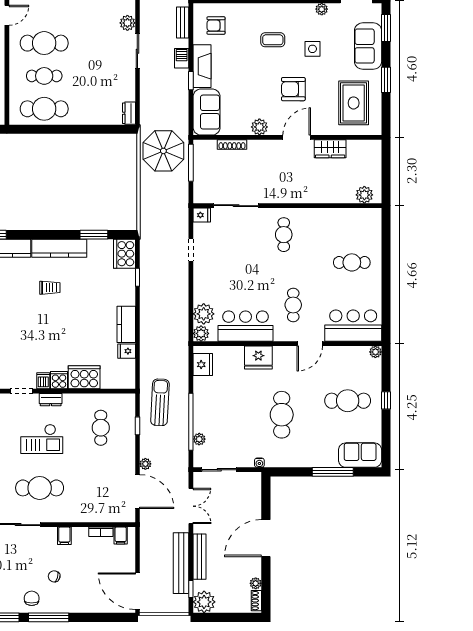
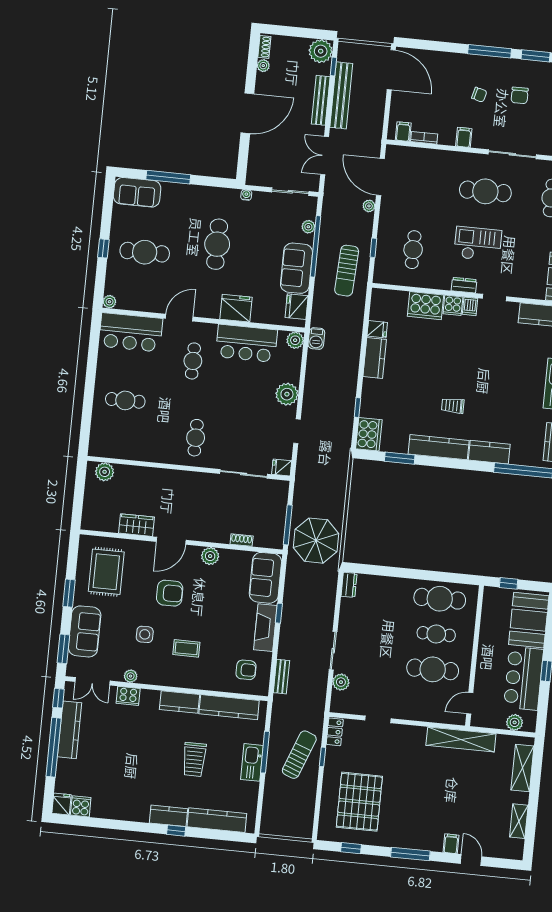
barbecue: (182, 58) -> (316, 338), moved
shoe rack: (232, 145) -> (242, 540), width x0.70
plant: (204, 314) -> (287, 394), moved
sofa: (206, 400) -> (296, 268), added
chair: (32, 598) -> (520, 95), moved

